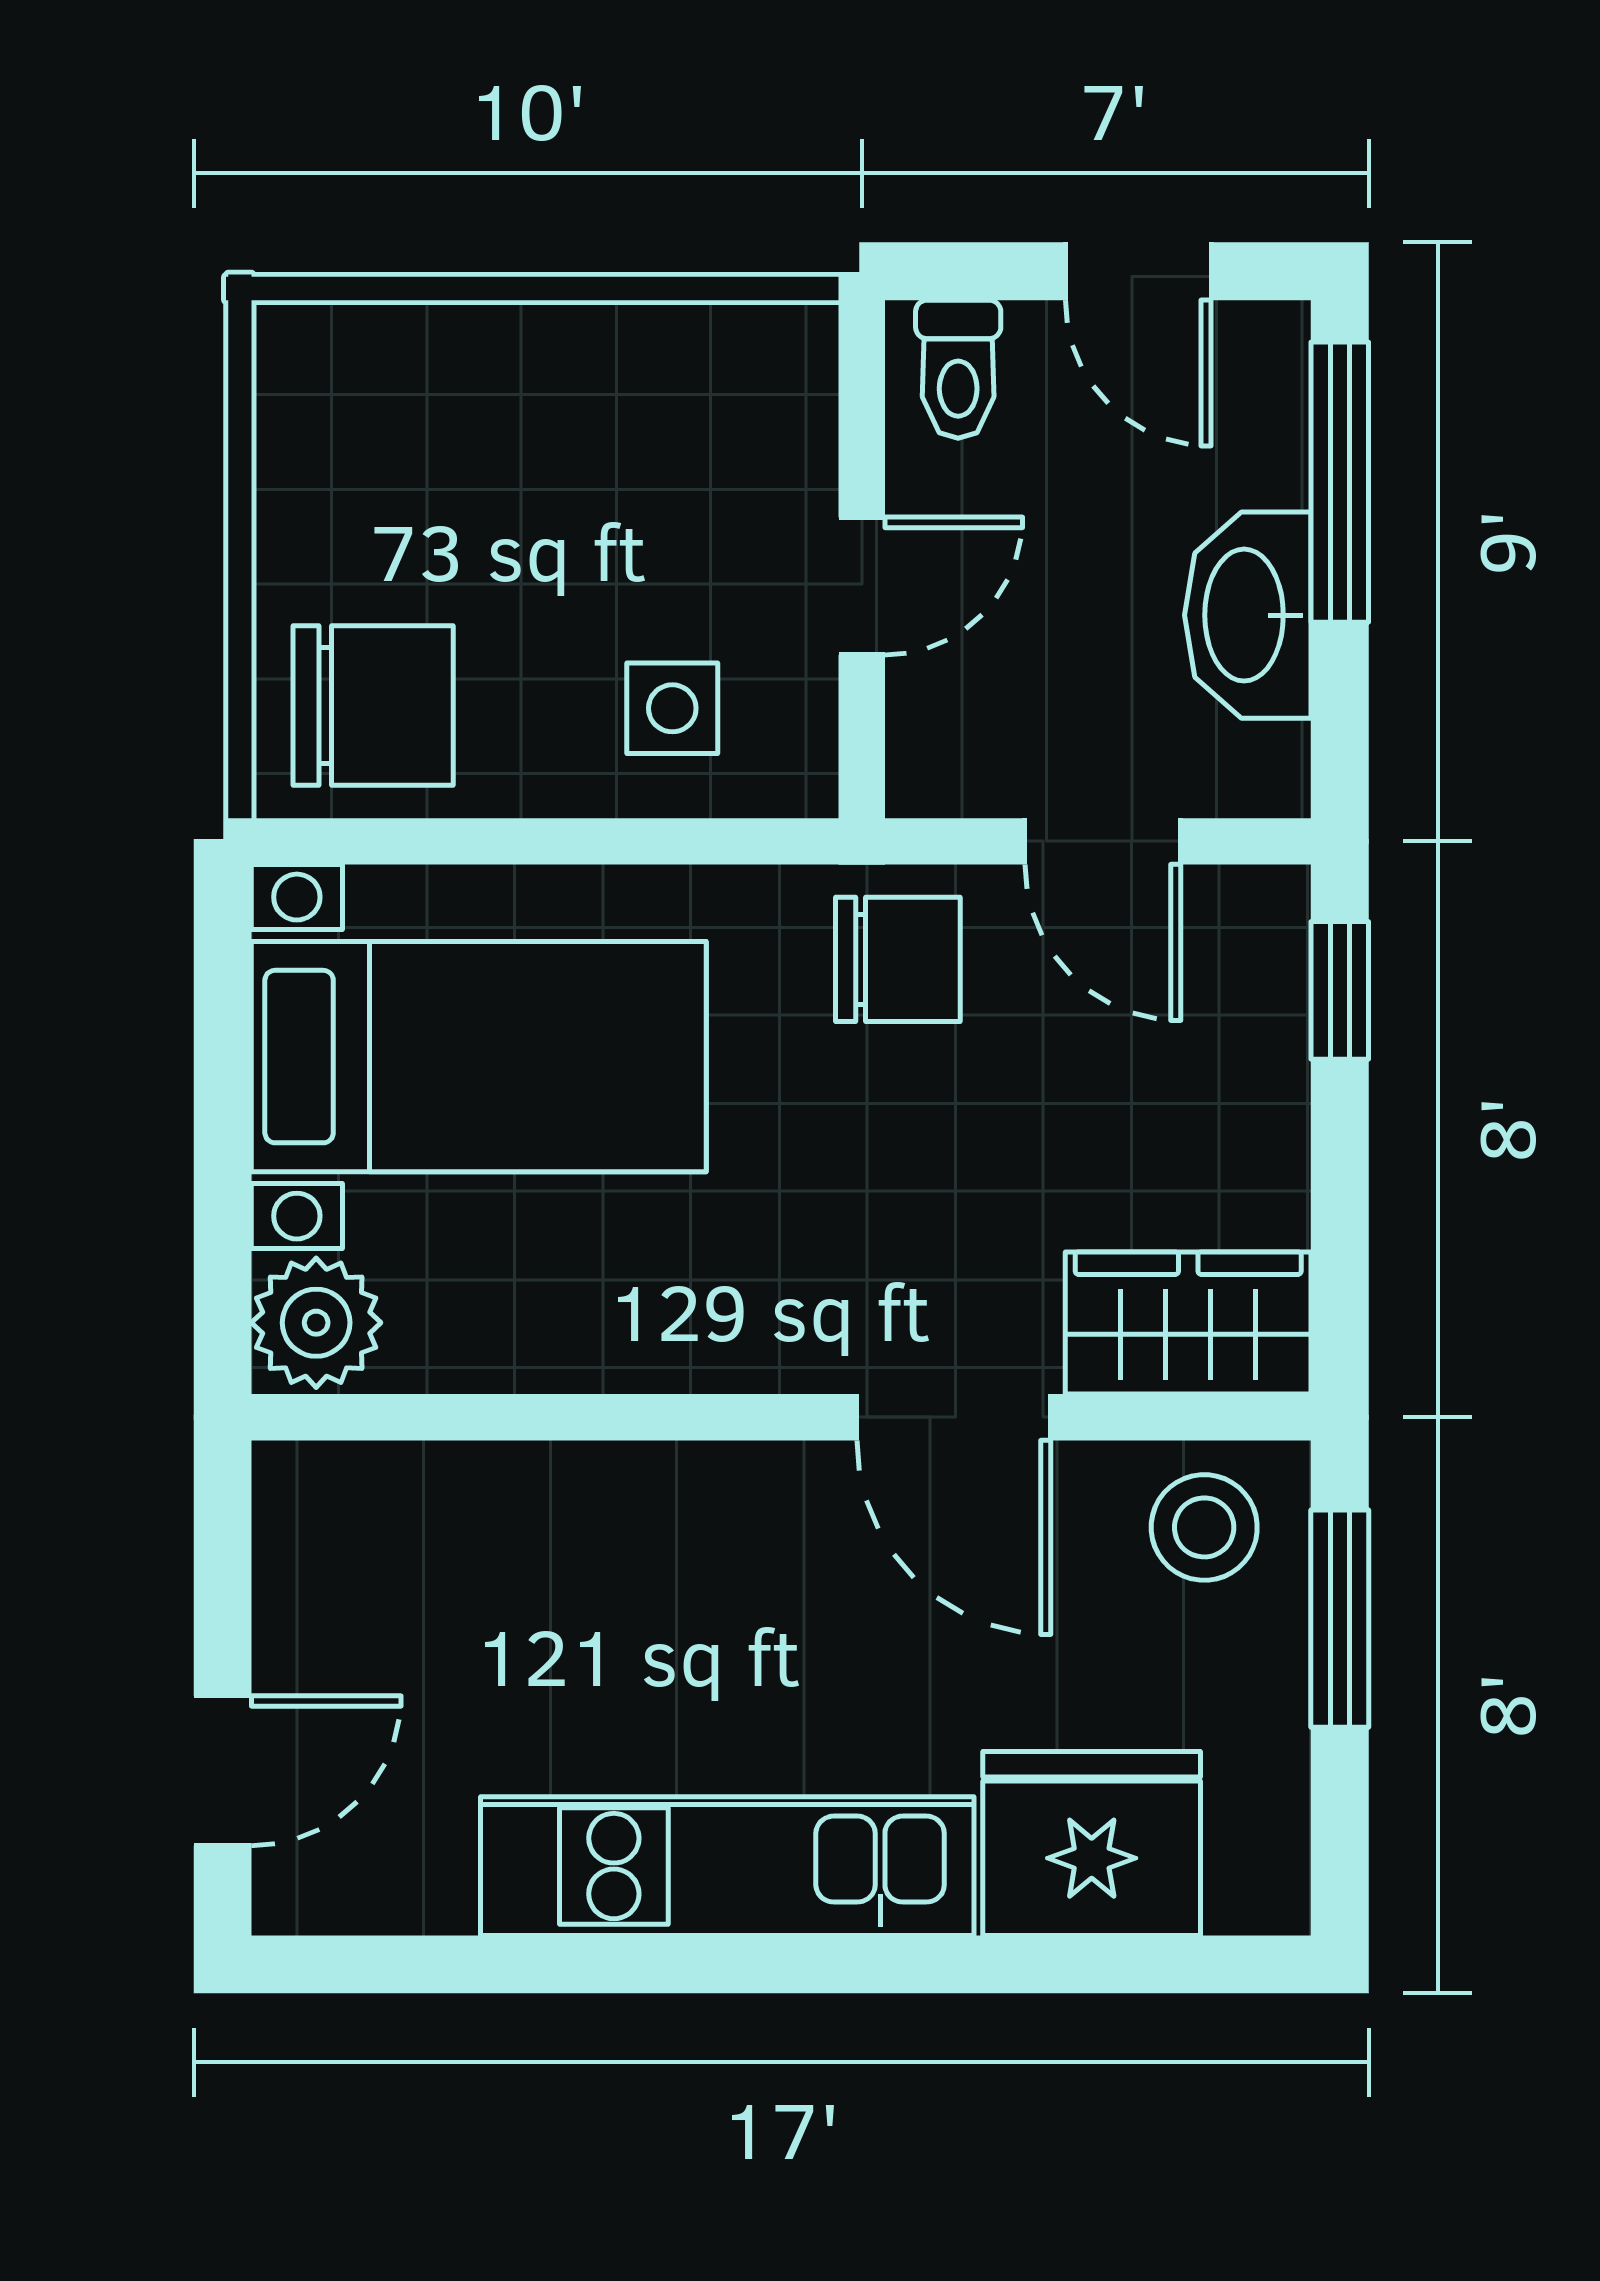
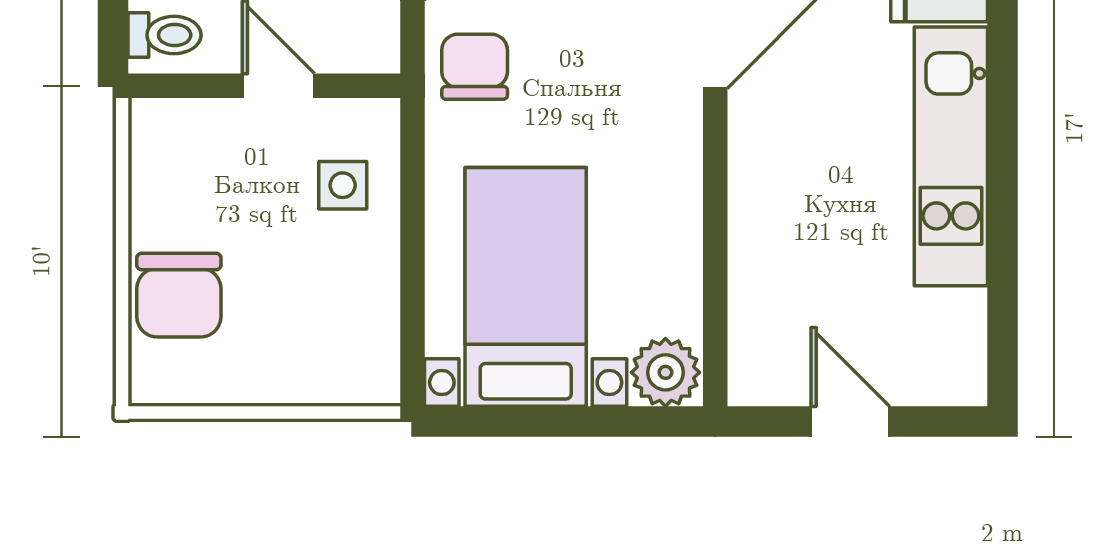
chair: (373, 705) -> (179, 295), moved, turned 180
door: (223, 1771) -> (850, 422), moved

